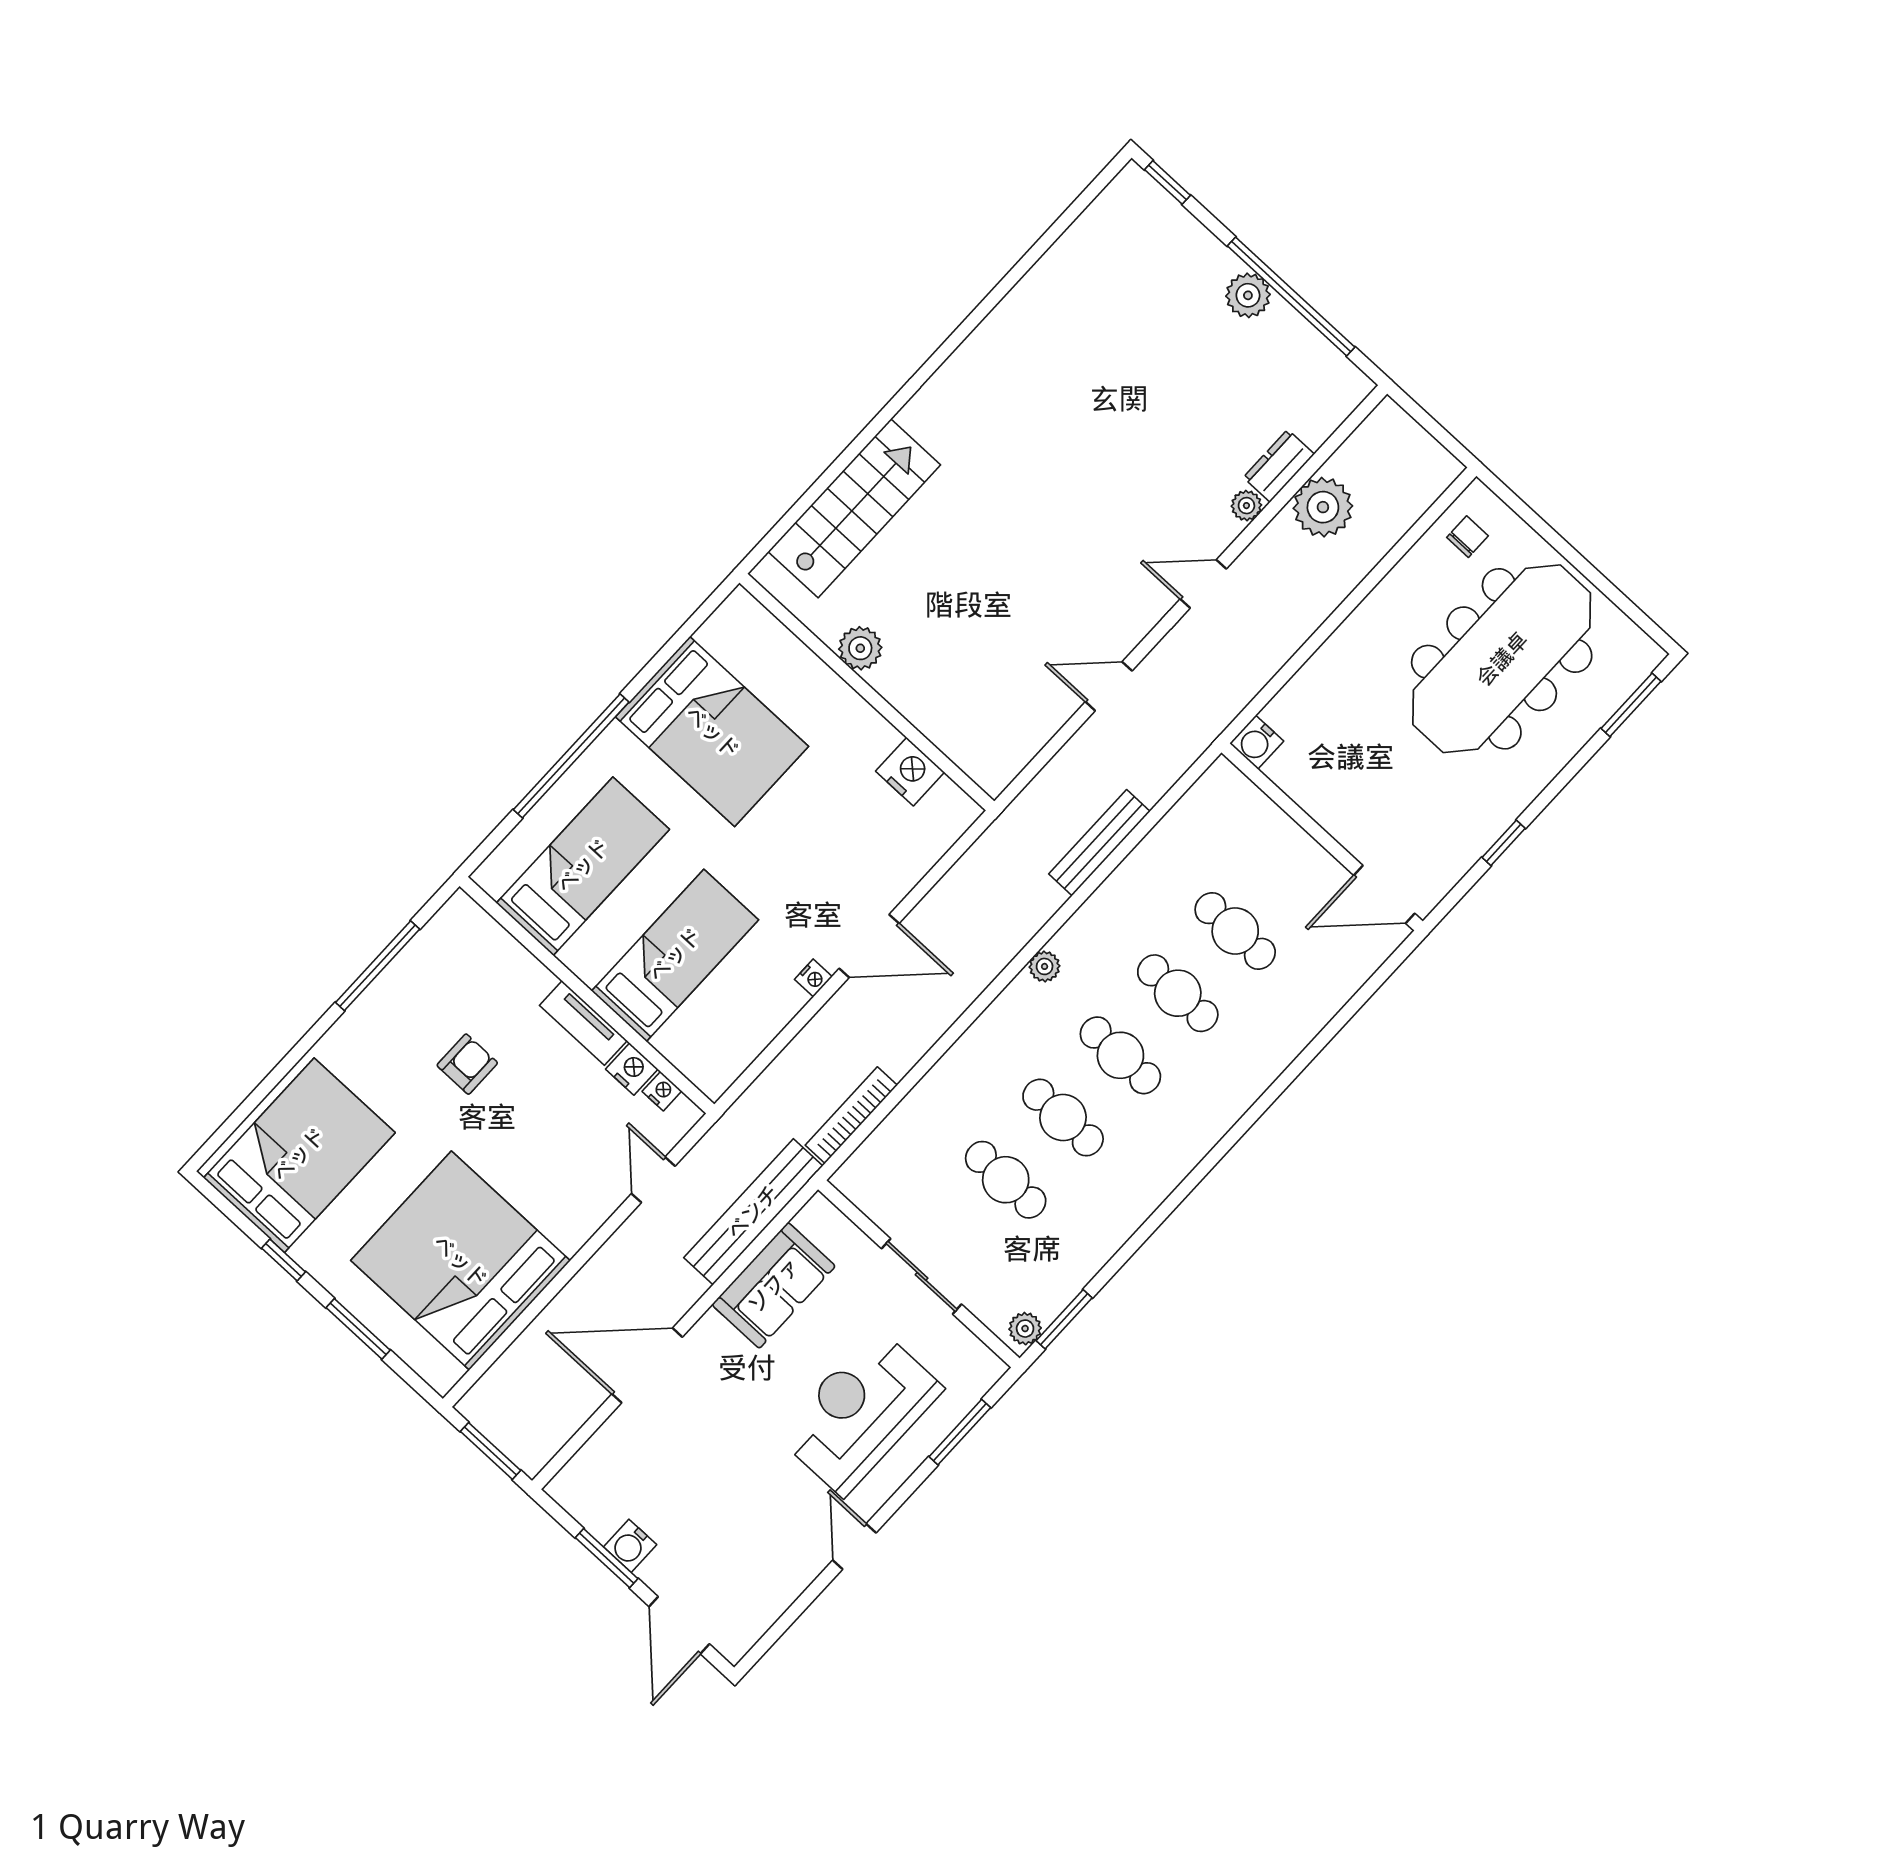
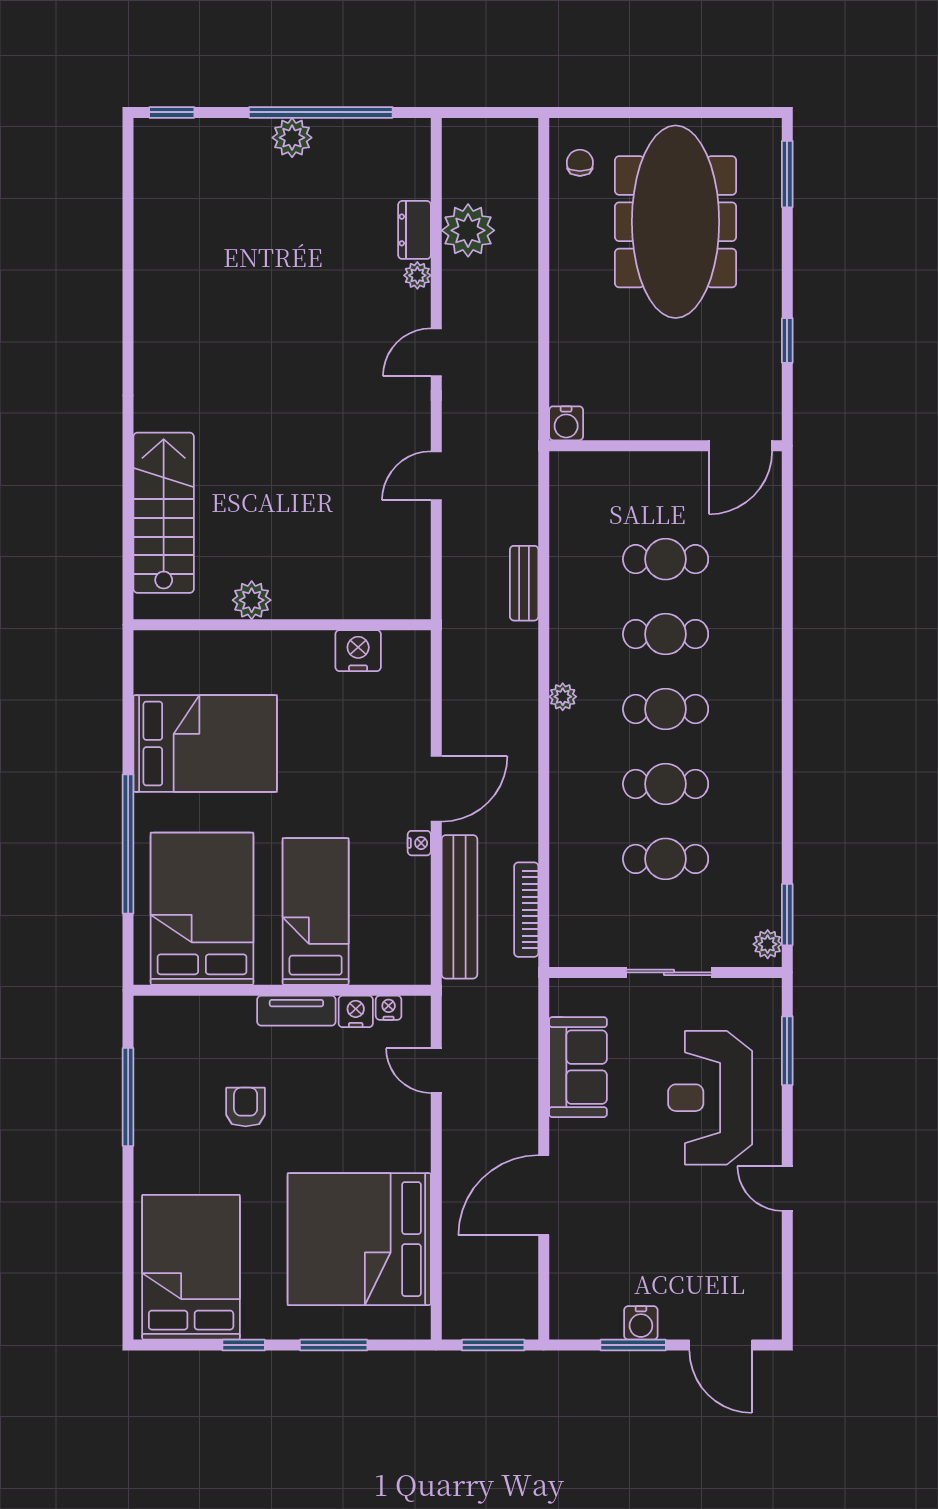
bench: (1099, 843) -> (524, 583), width x0.73
bed: (583, 866) -> (202, 909), width x1.50
bench: (753, 1212) -> (459, 907), moved

